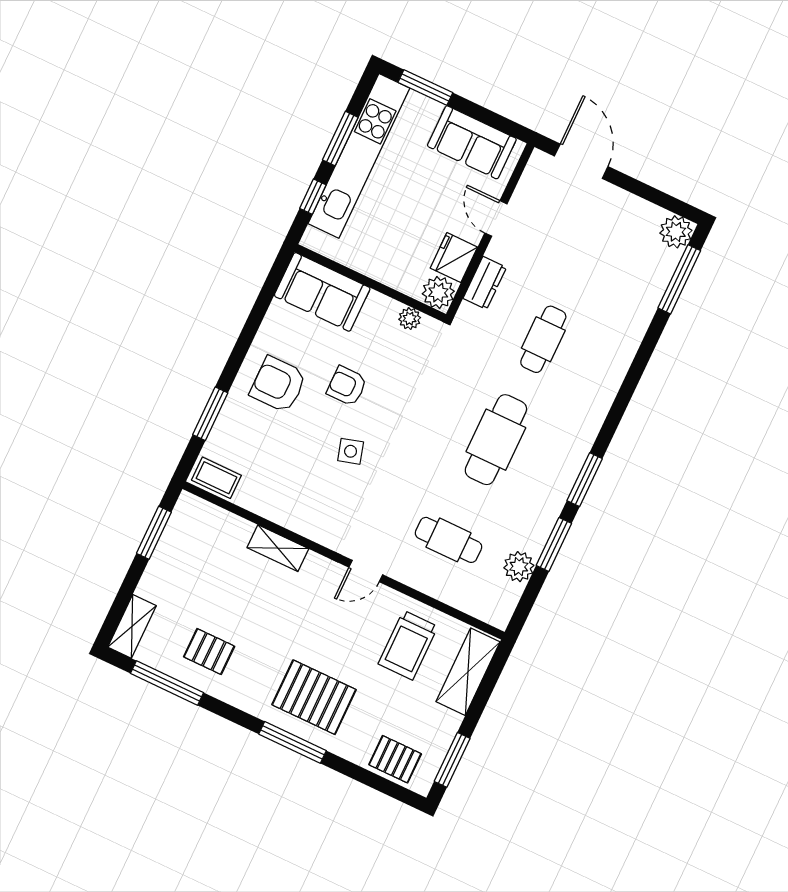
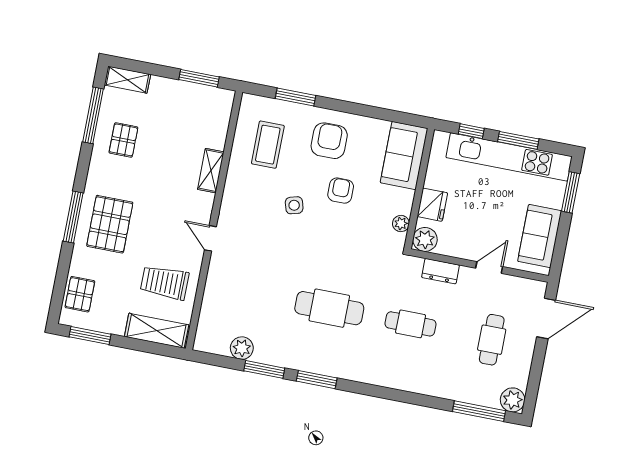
fridge: (454, 258) -> (432, 205), moved, turned 90
coffee table: (216, 478) -> (268, 145), moved, width x1.36, depth x1.30
cafe table: (448, 540) -> (492, 340), moved

